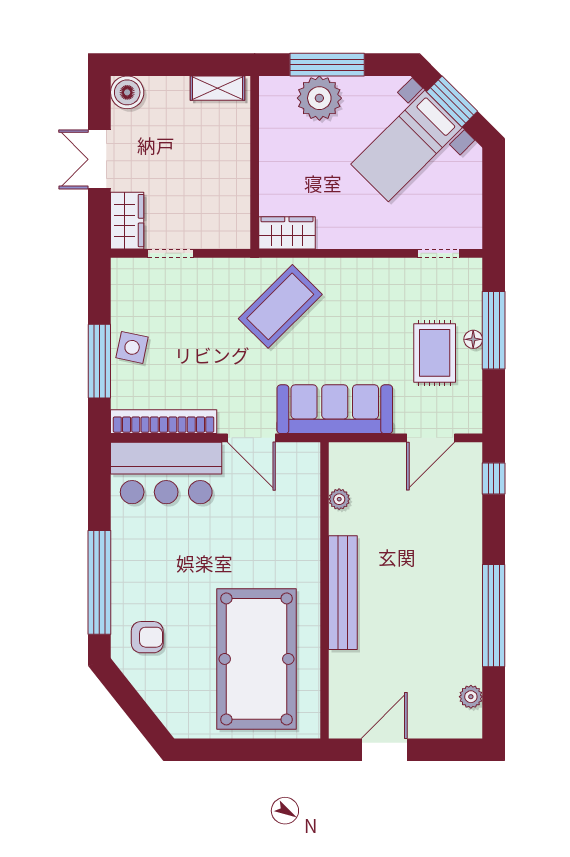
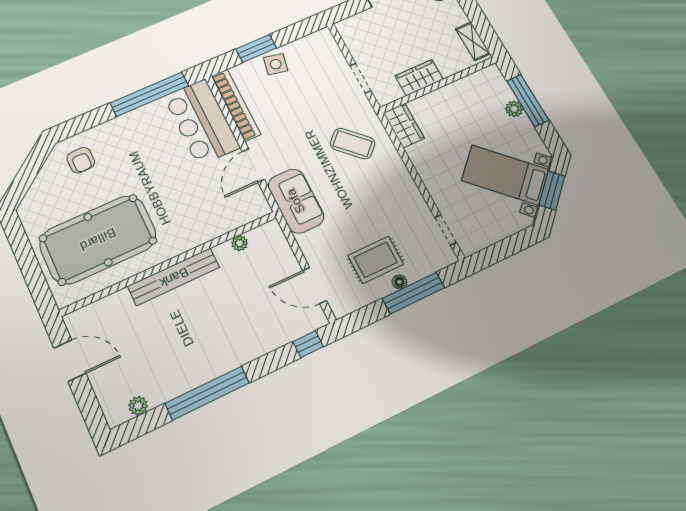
plant: (319, 98) -> (514, 109), width x0.53, depth x0.53
wardrobe: (127, 221) -> (419, 78), moved, turned 180
doorway: (171, 253) -> (360, 78), moved
coffee table: (280, 306) -> (353, 144), width x0.73, depth x0.76
window: (99, 361) -> (256, 49), width x0.69
sofa: (335, 409) -> (296, 201), width x0.73
window: (99, 582) -> (149, 94), moved

